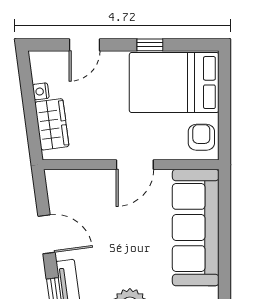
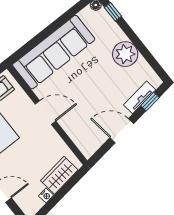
door: (47, 234) -> (122, 131), hinge flipped

